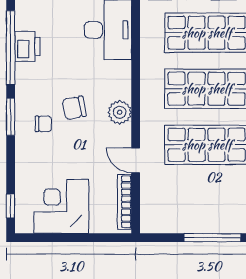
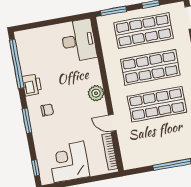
printer: (27, 46) -> (32, 85), moved
chair: (74, 108) -> (66, 96), removed
window: (11, 117) -> (27, 121), moved

